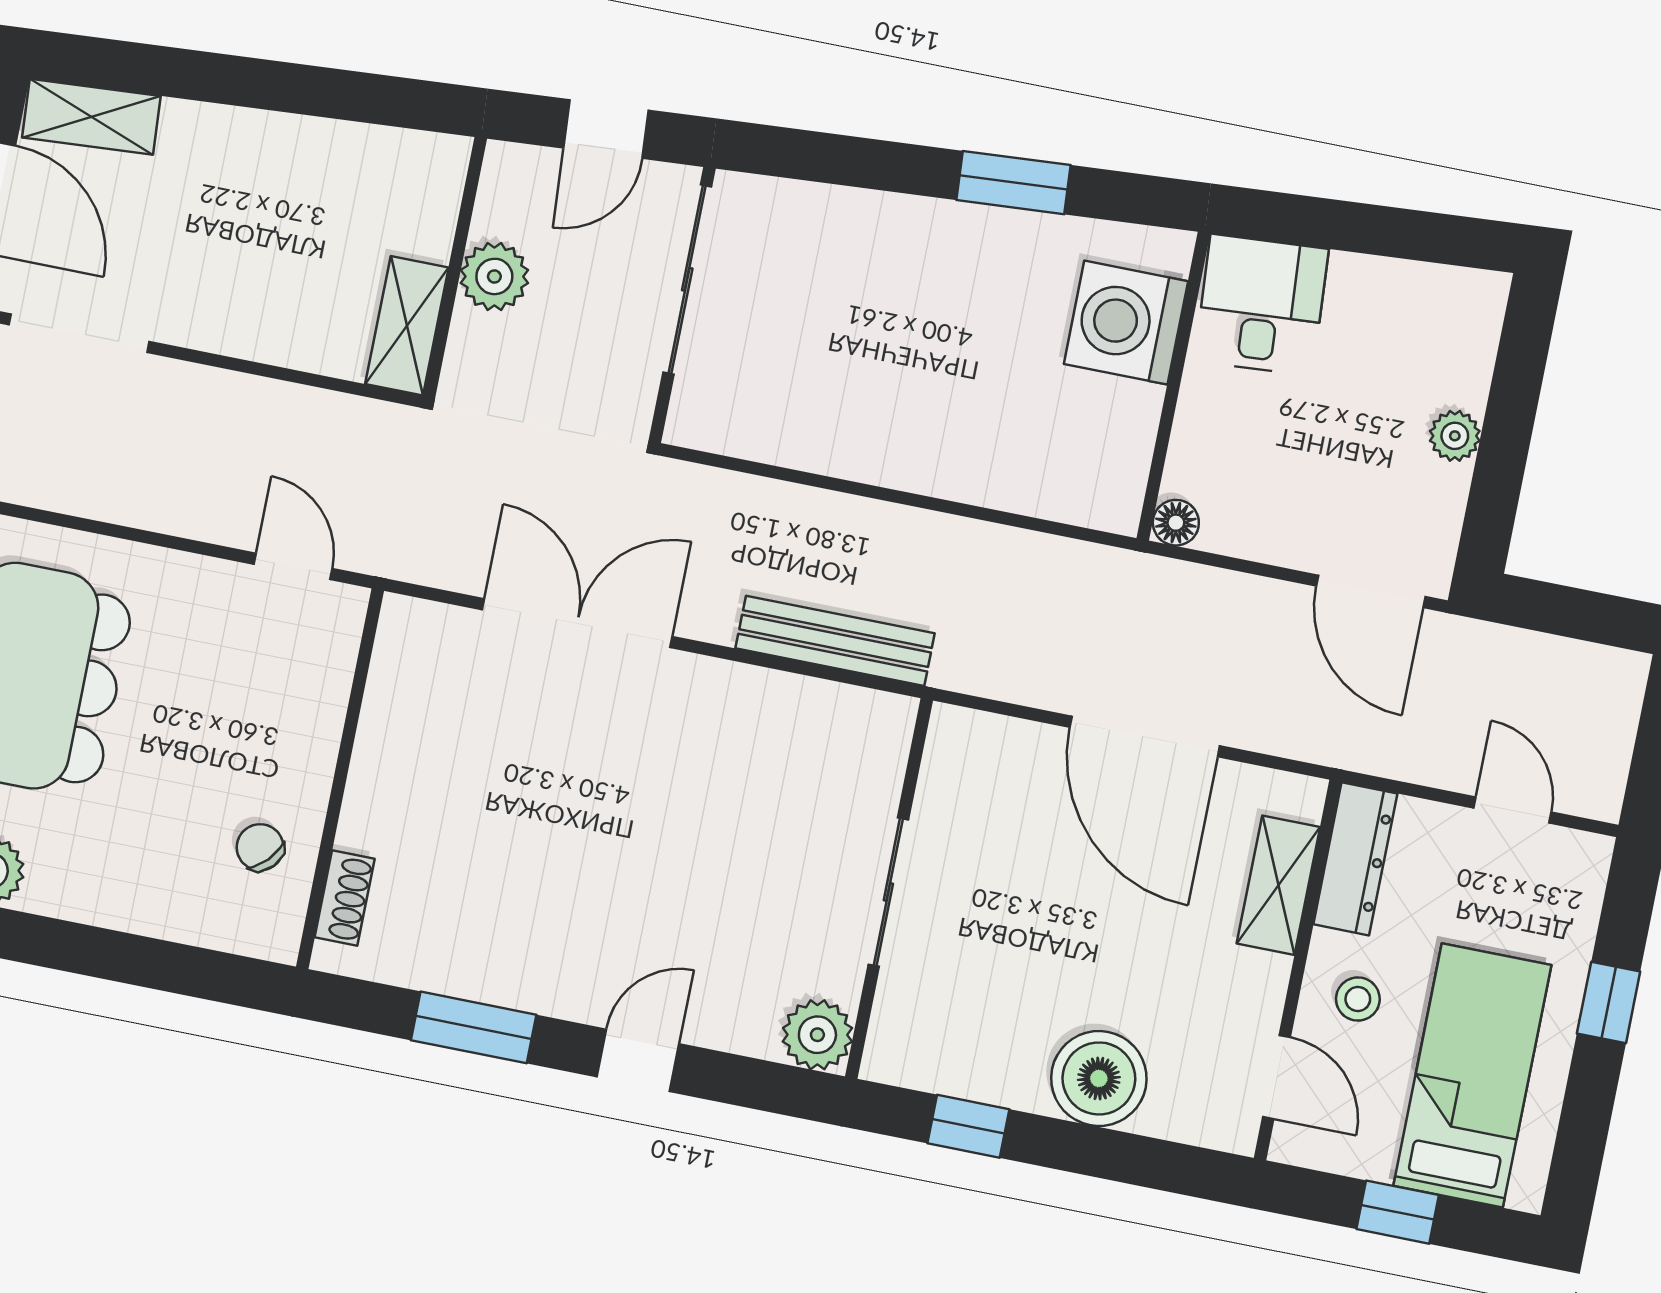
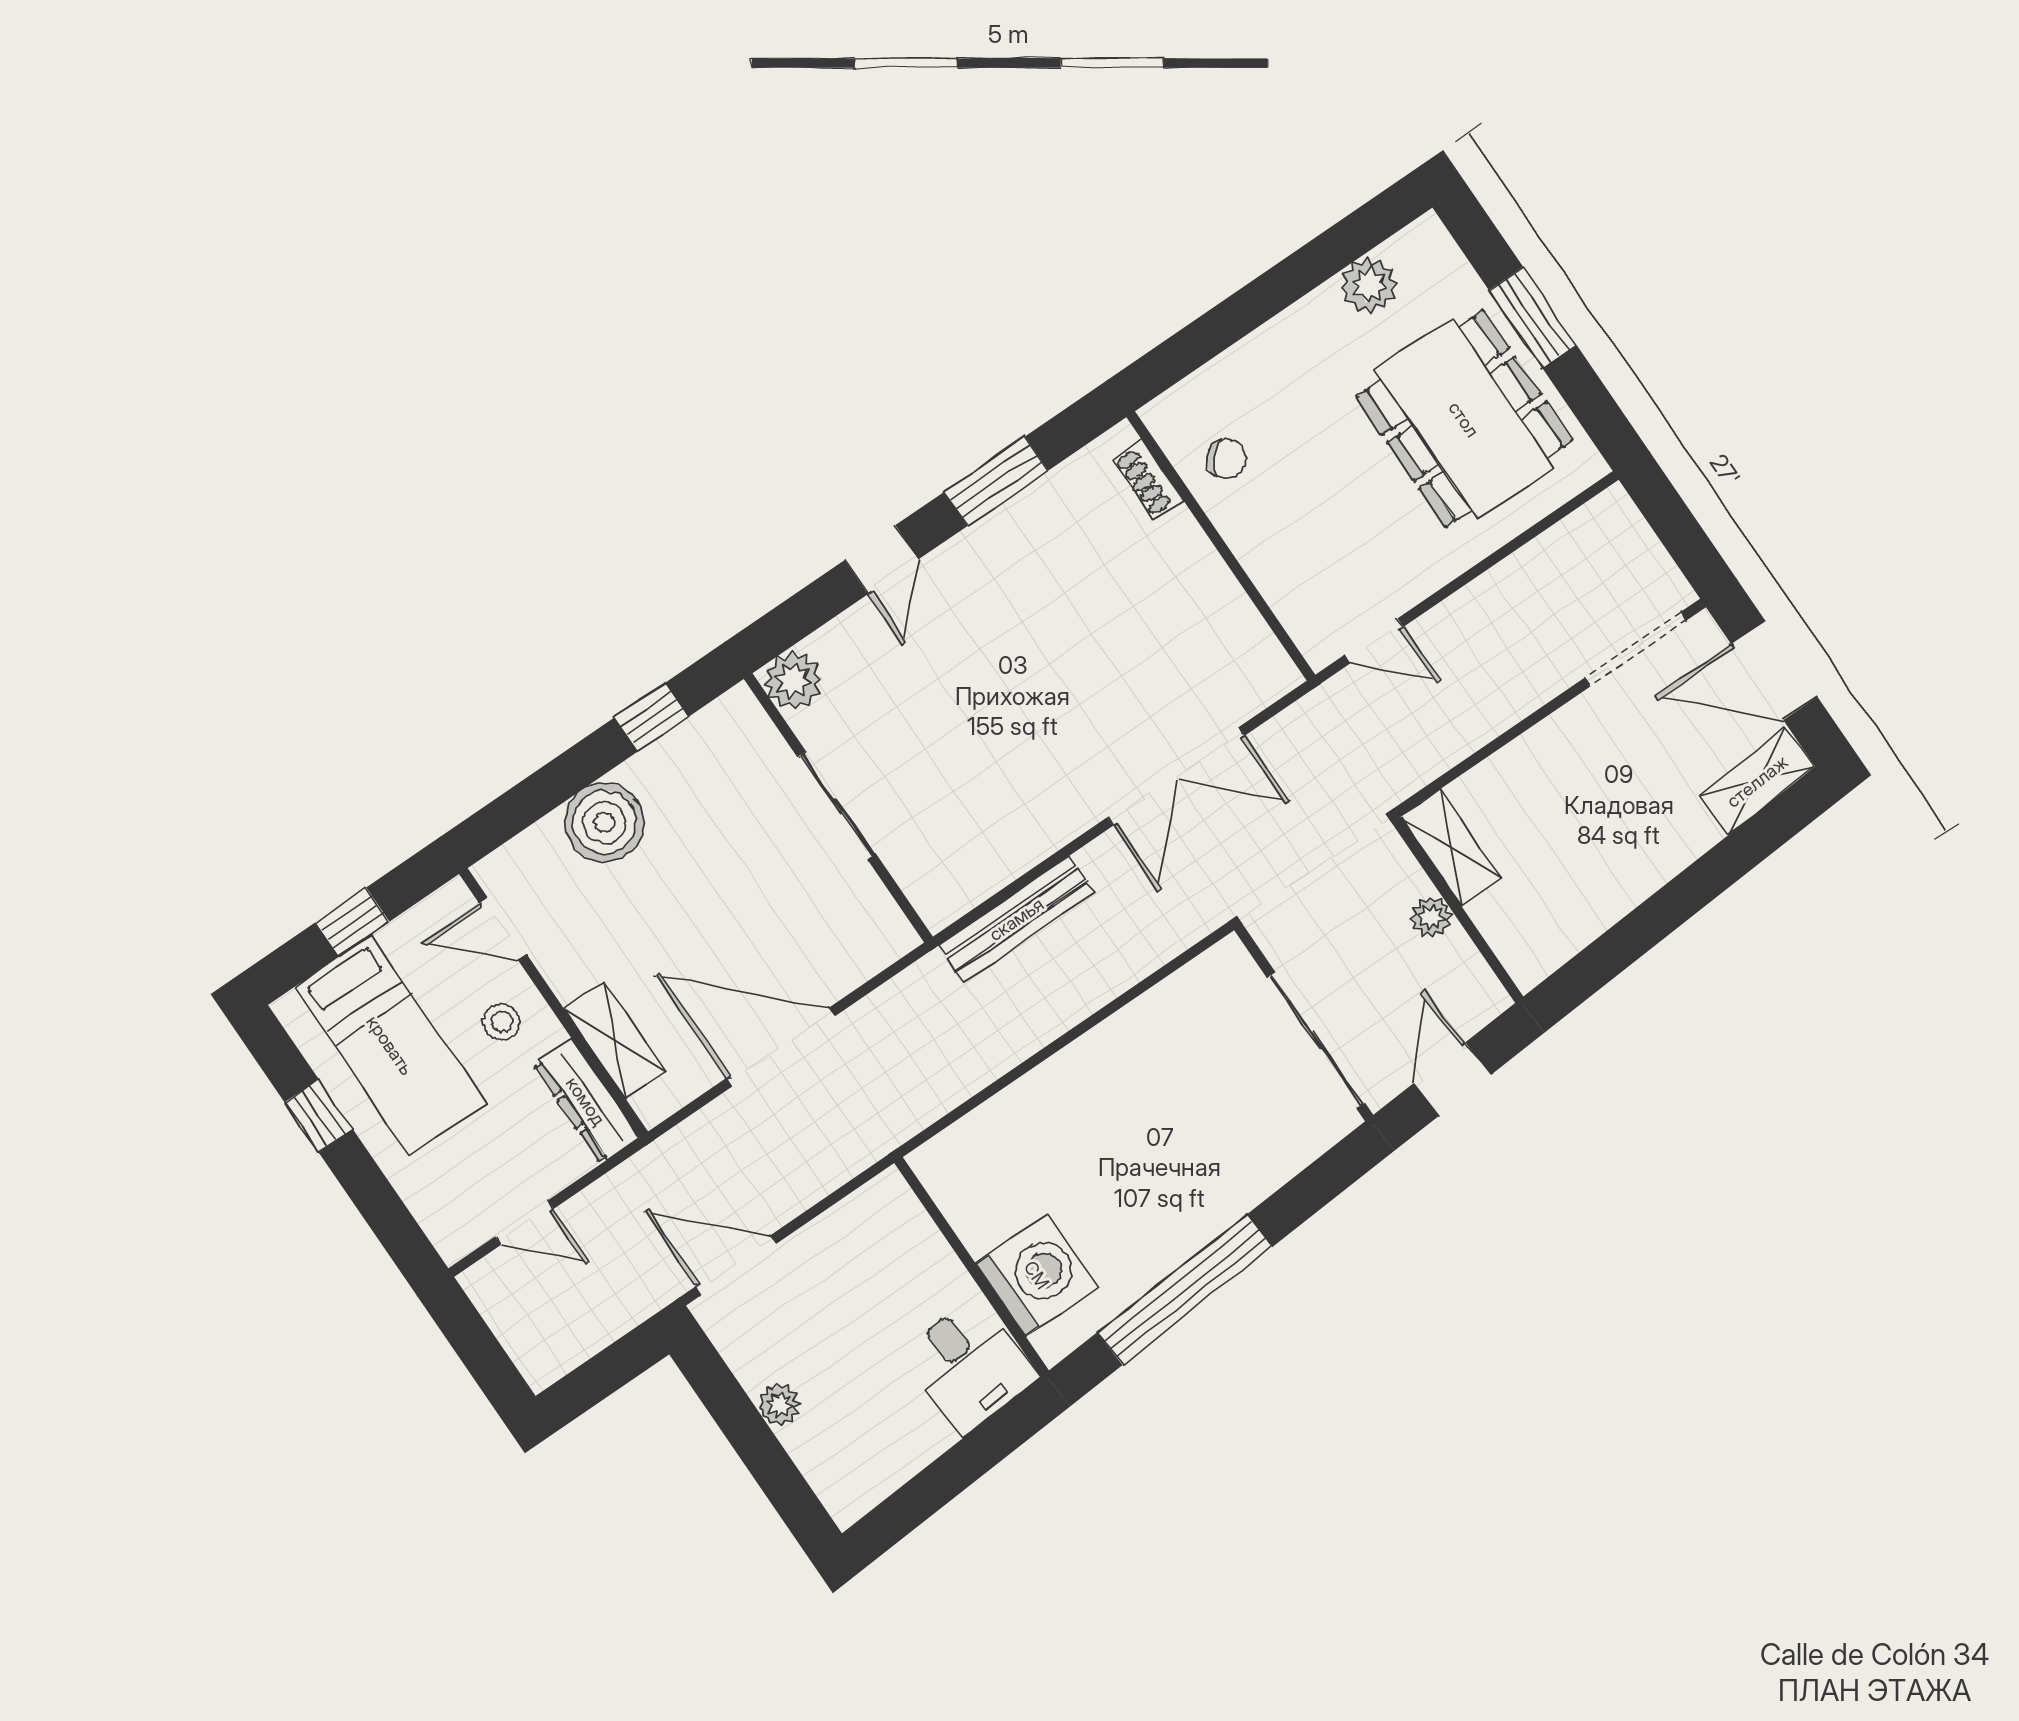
window: (1013, 183) -> (1185, 1290), width x2.11
plant: (494, 276) -> (1431, 917), width x0.73, depth x0.73
floor lamp: (1176, 523) -> (889, 1189), removed
window: (1609, 1002) -> (319, 1116), moved

